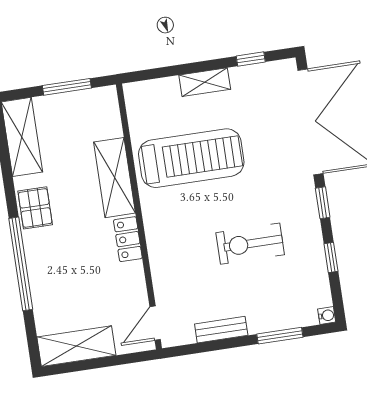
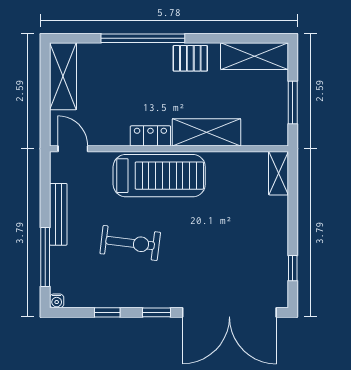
shelving: (205, 82) -> (278, 173), moved
treadmill: (191, 158) -> (159, 176), moved, turned -90
exercise bike: (250, 244) -> (130, 243), turned 97
bench: (221, 330) -> (58, 214), width x1.36
window: (280, 336) -> (45, 257), width x1.44

